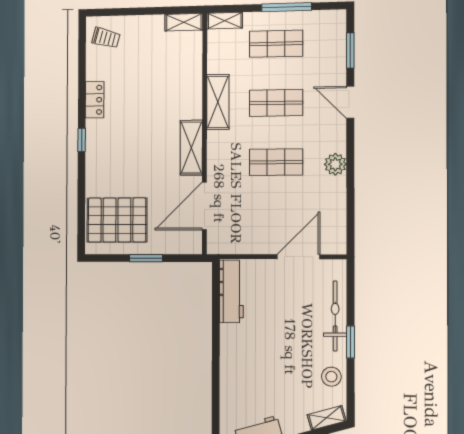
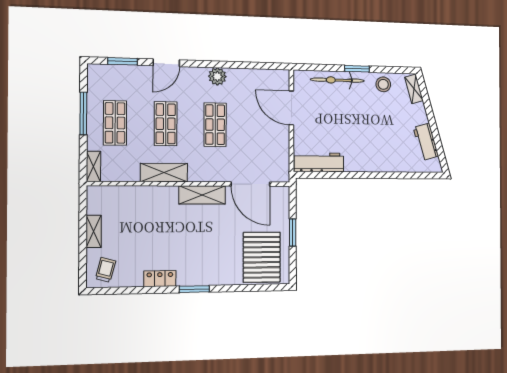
shelving: (184, 22) -> (94, 231), moved
window: (82, 140) -> (194, 289), width x1.50

